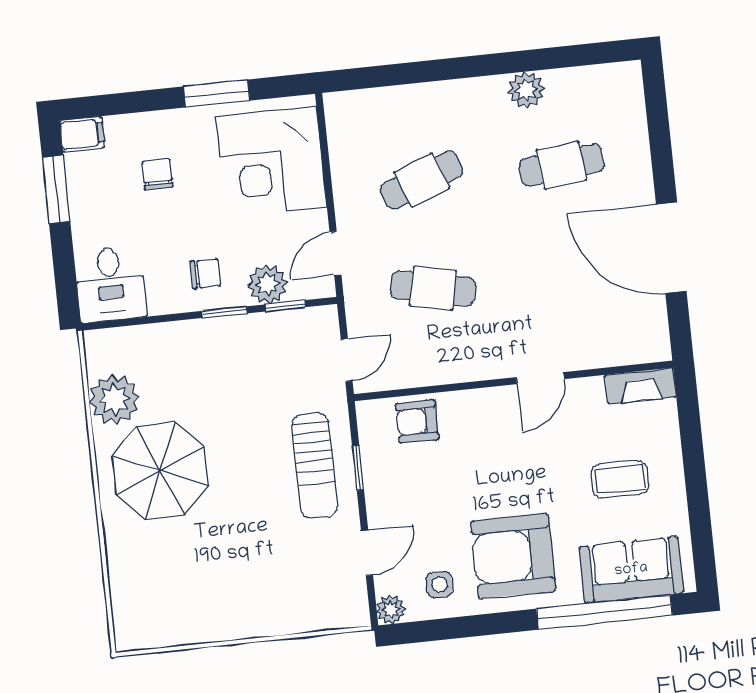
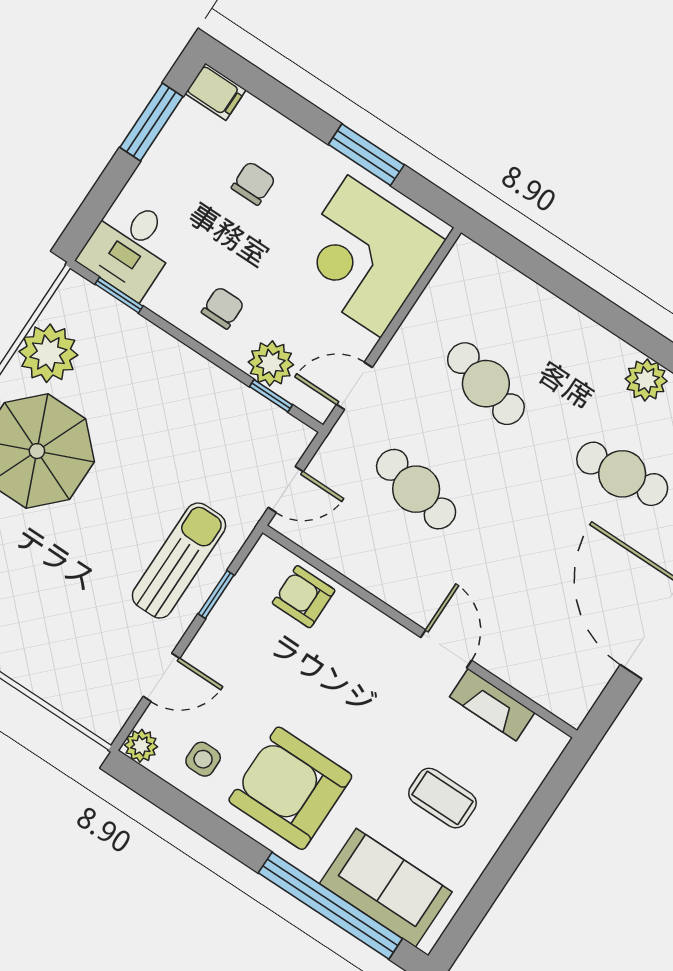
cafe table: (422, 180) -> (486, 384), turned 36
chair: (205, 274) -> (223, 308), turned -90
window: (224, 312) -> (119, 295), moved
door: (540, 378) -> (446, 649), swing flipped
fireplace: (641, 386) -> (492, 705), moved
sun lounger: (315, 466) -> (179, 561), turned 180

